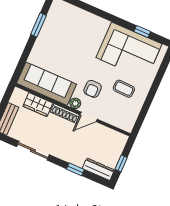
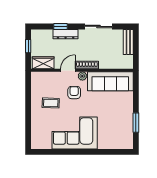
window: (142, 31) -> (56, 152), removed
corner sofa: (129, 51) -> (75, 133), moved
wardrobe: (38, 105) -> (43, 63), moved
dresser: (98, 169) -> (66, 34), moved

